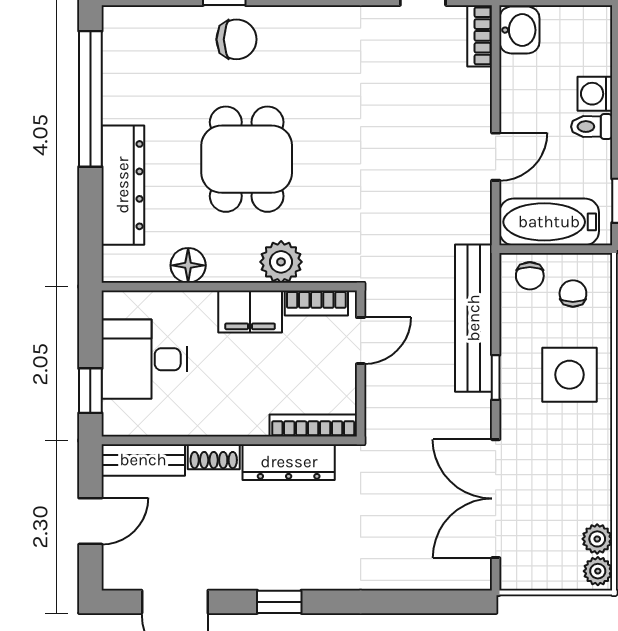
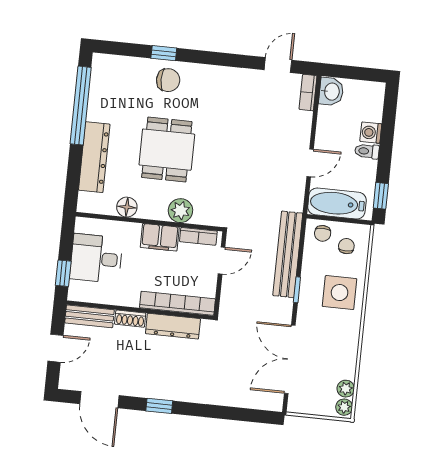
bookcase: (313, 426) -> (177, 303), width x1.48, depth x1.31

